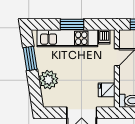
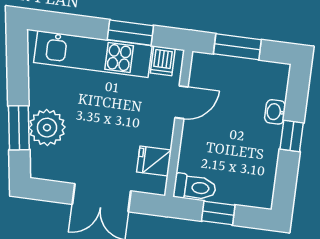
window: (72, 24) -> (130, 33), moved
window: (30, 58) -> (19, 128), moved

